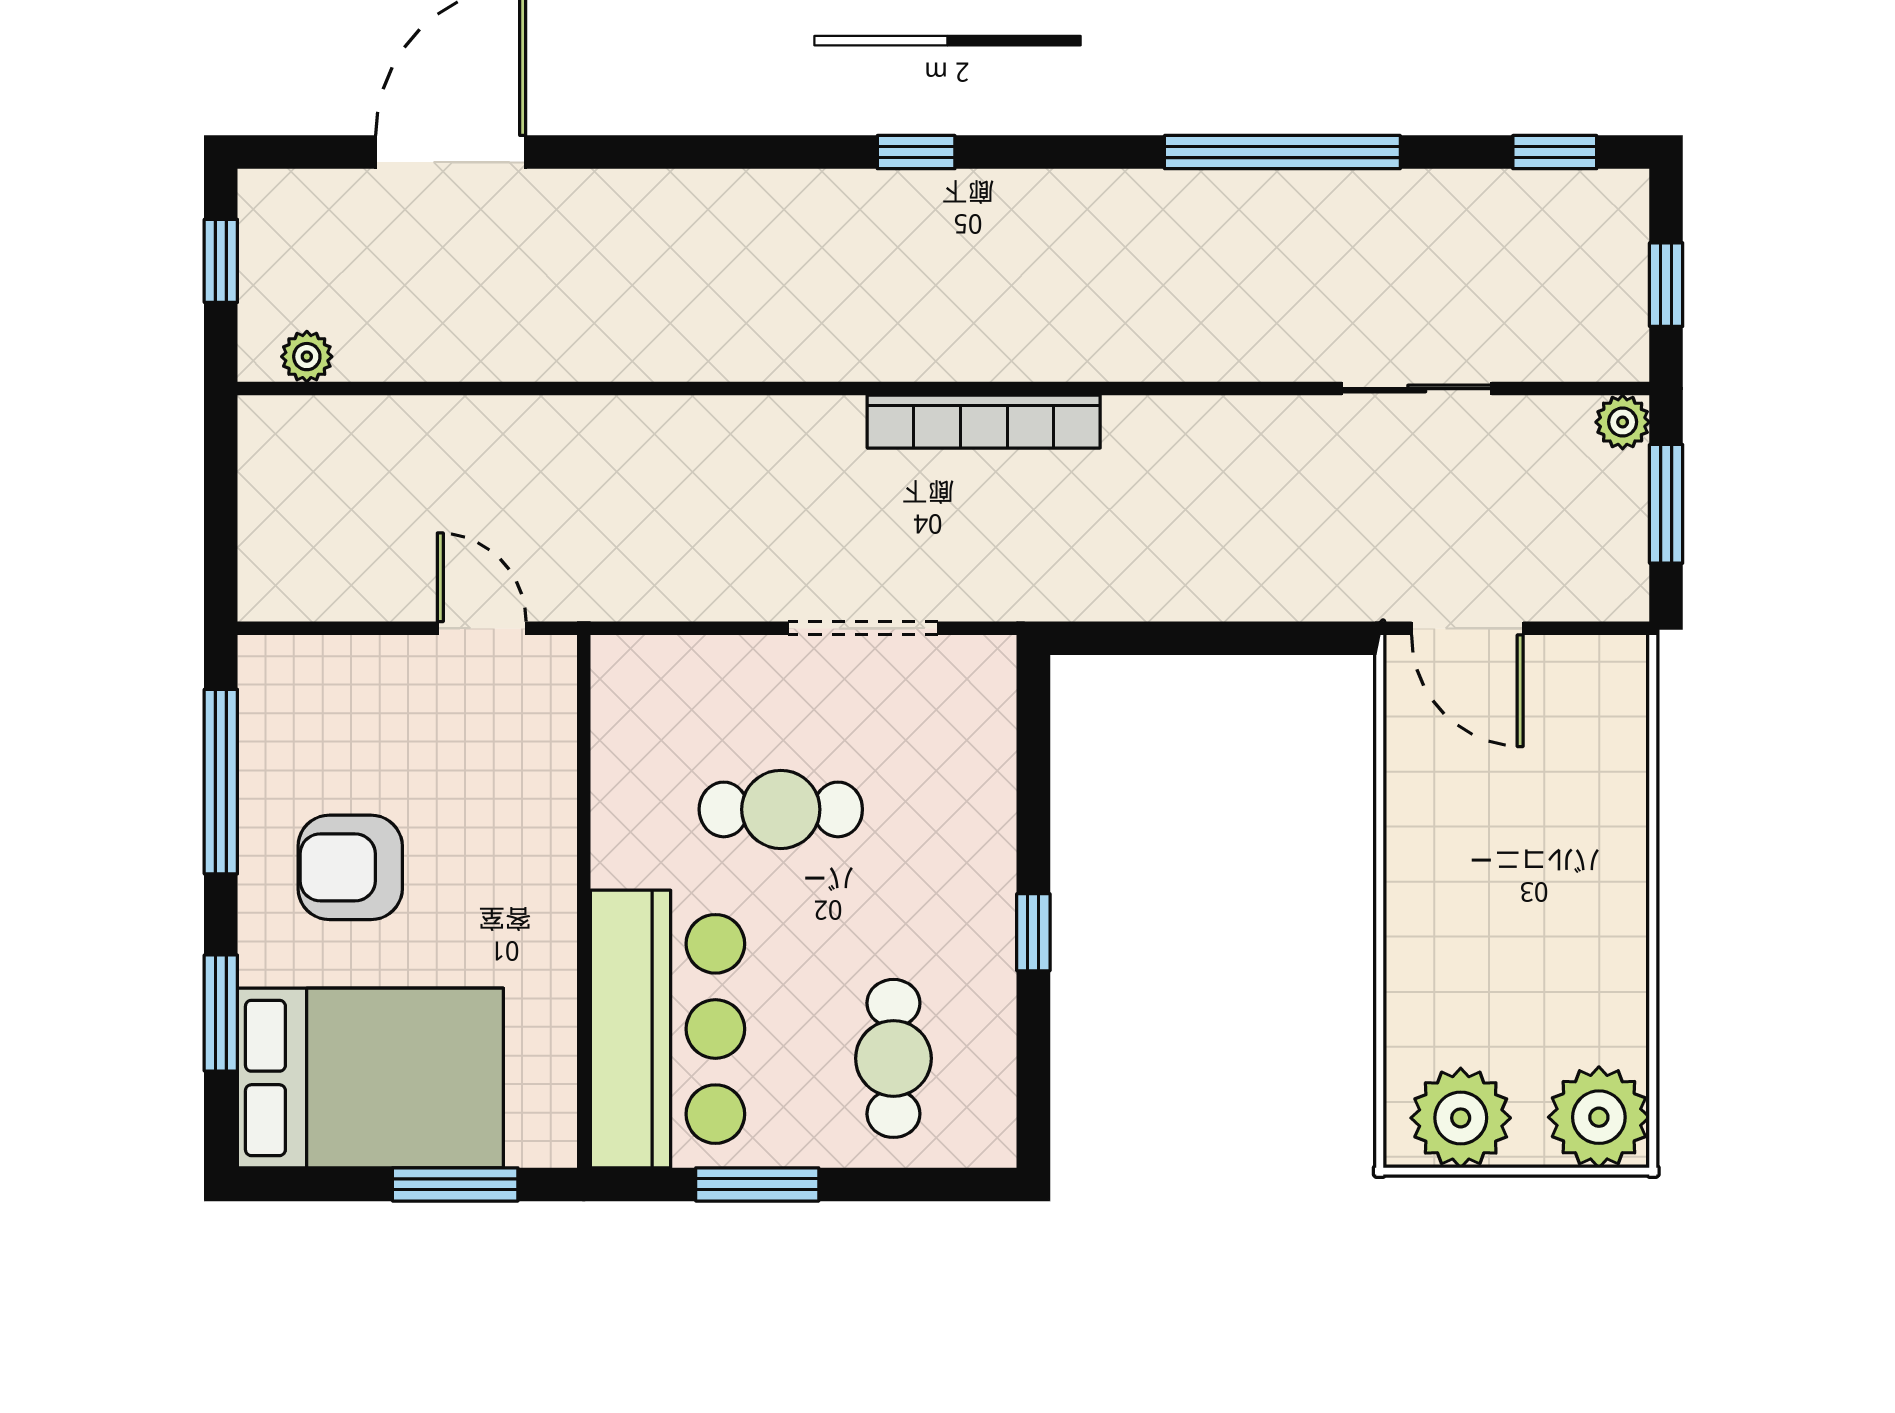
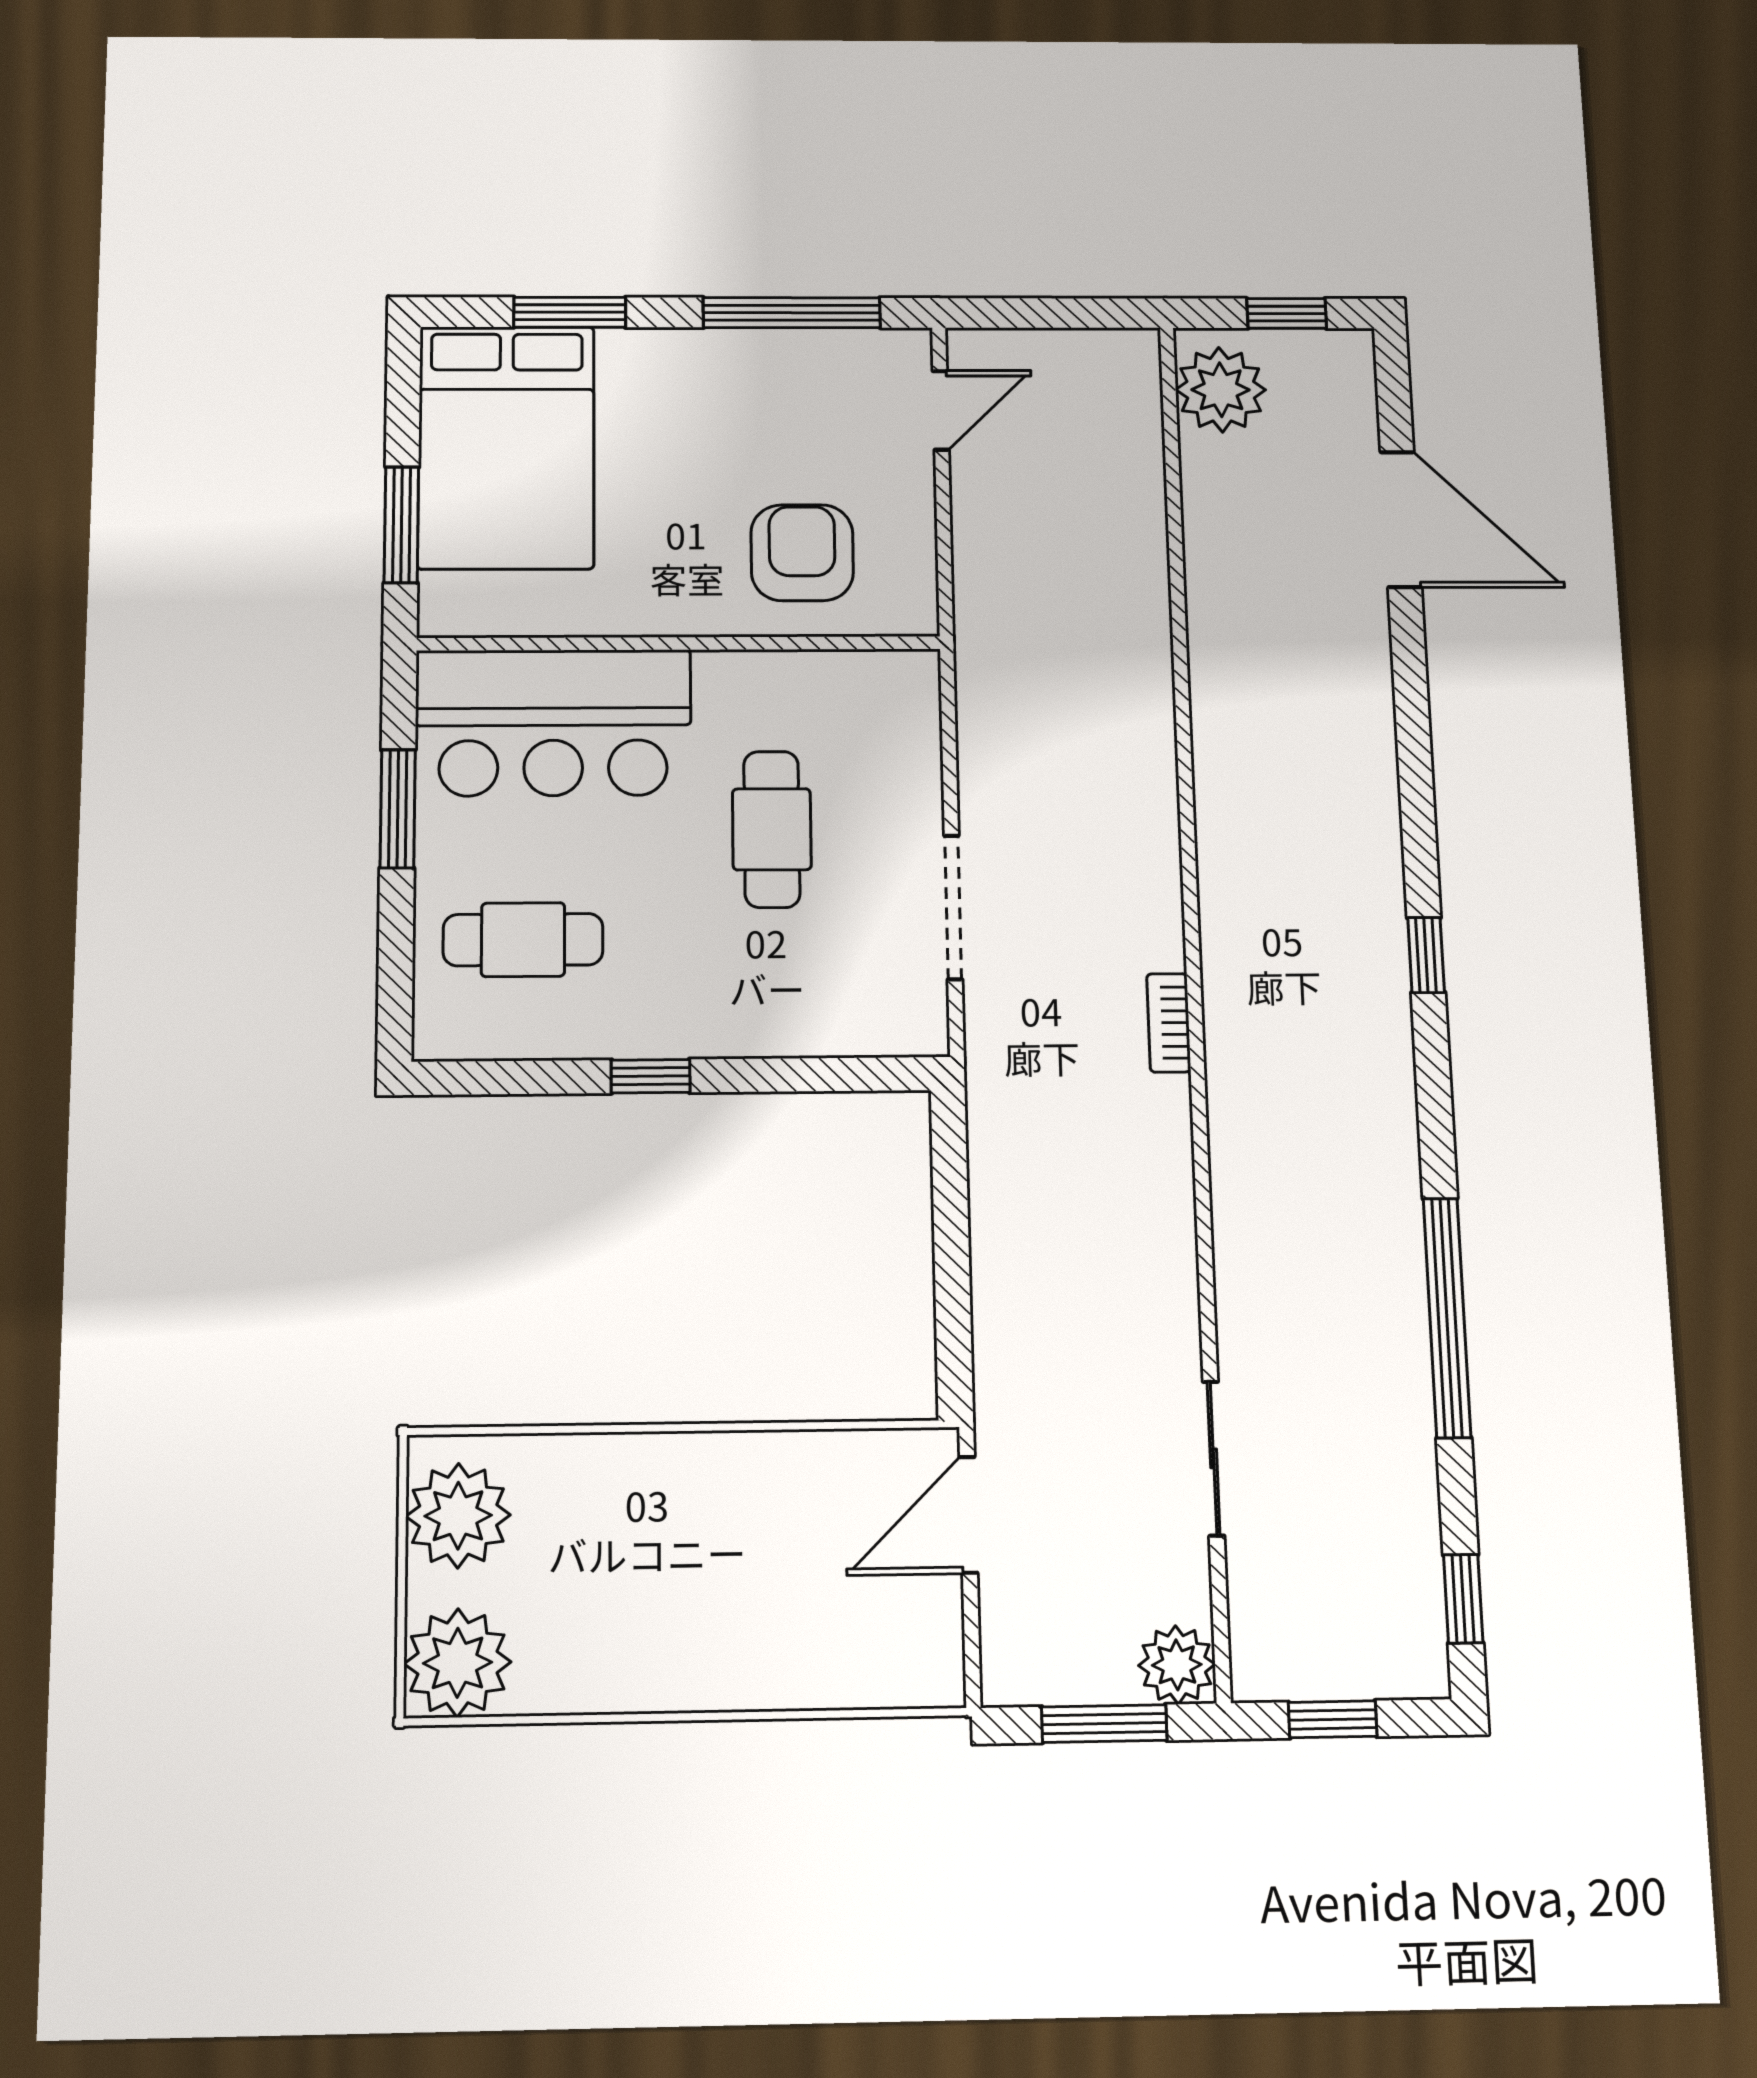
plant: (307, 357) -> (1221, 390), width x1.88, depth x1.88
bookcase: (984, 422) -> (1169, 1023), width x0.43, depth x0.76
plant: (1623, 422) -> (1177, 1665), width x1.38, depth x1.38
door: (482, 628) -> (941, 410), moved
armchair: (350, 867) -> (802, 553), moved

